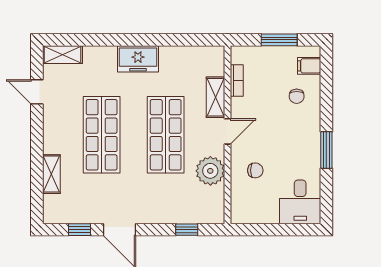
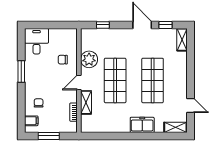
freezer: (138, 59) -> (142, 125), moved
shelving: (51, 174) -> (182, 40), moved

